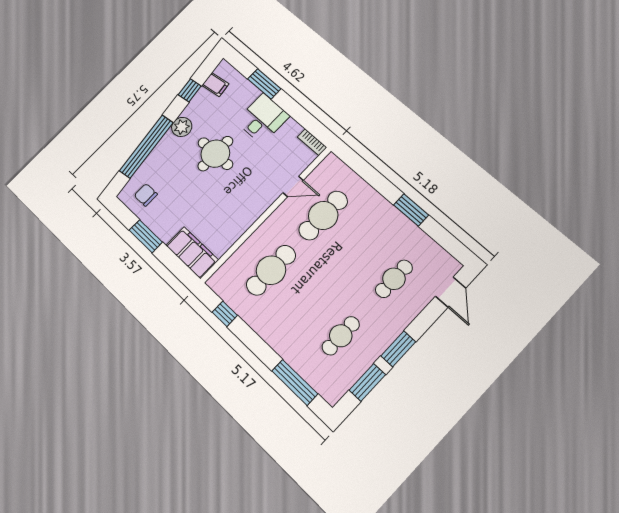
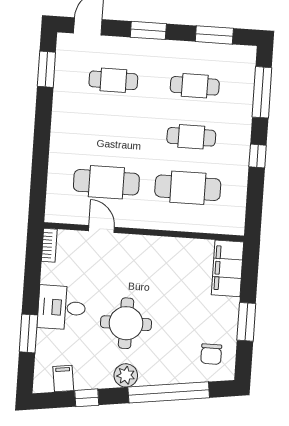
window: (411, 210) -> (46, 69), moved
cafe table: (305, 302) -> (191, 137), added
window: (225, 314) -> (258, 156), moved
window: (398, 349) -> (148, 30), moved

